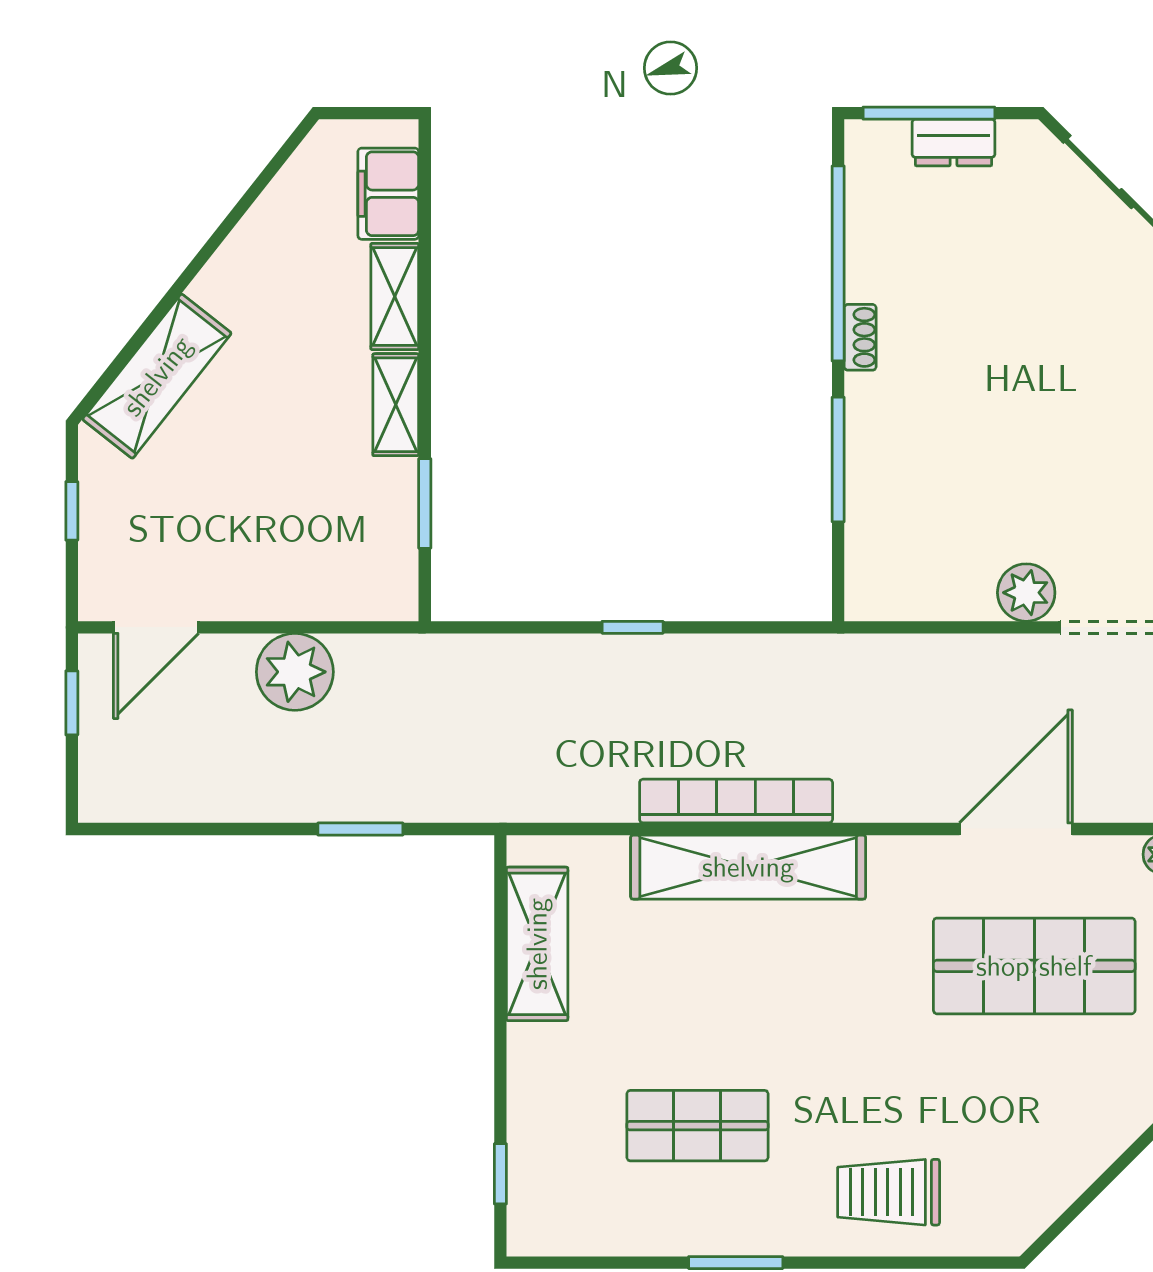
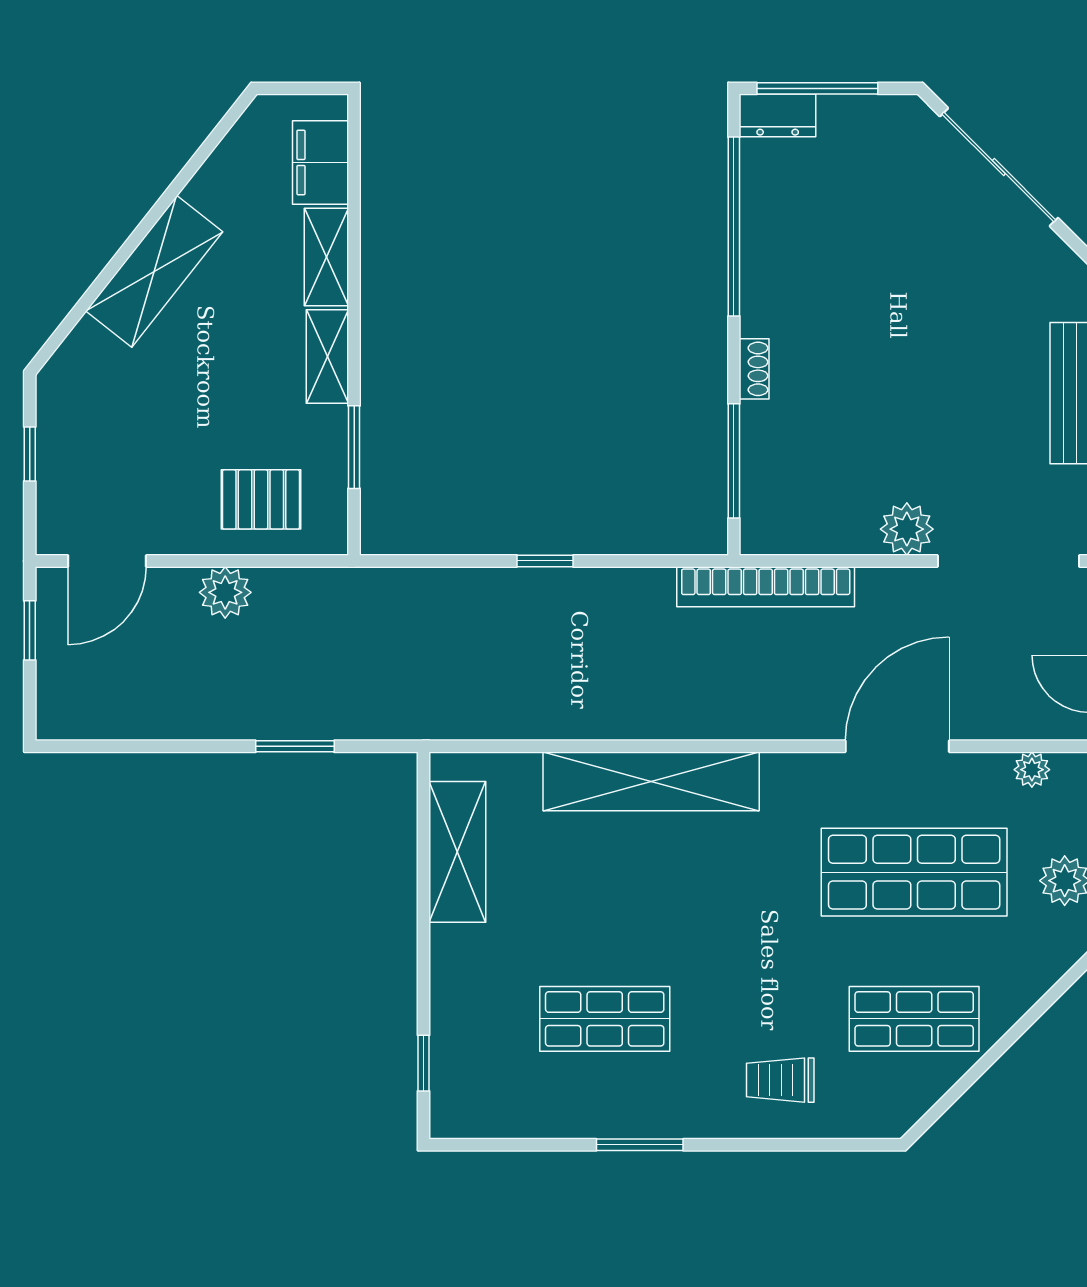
dresser: (954, 142) -> (778, 115), moved
shoe rack: (860, 337) -> (754, 369), moved
shelving: (157, 376) -> (154, 271), moved
window: (838, 460) -> (734, 461), moved
pallet: (323, 560) -> (261, 499), added
plant: (295, 672) -> (225, 592), width x0.73, depth x0.73
bookcase: (736, 801) -> (766, 587), moved, turned 180
shop shelf: (1034, 1126) -> (914, 1019), added
trolley: (889, 1192) -> (780, 1080), width x0.73, depth x0.72

